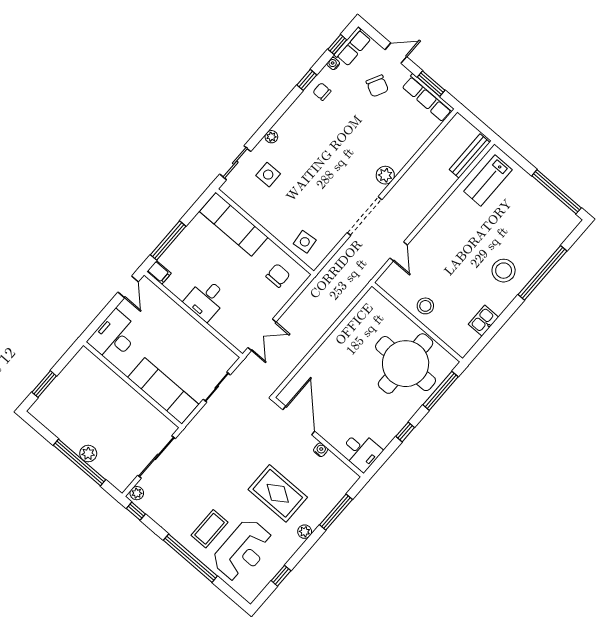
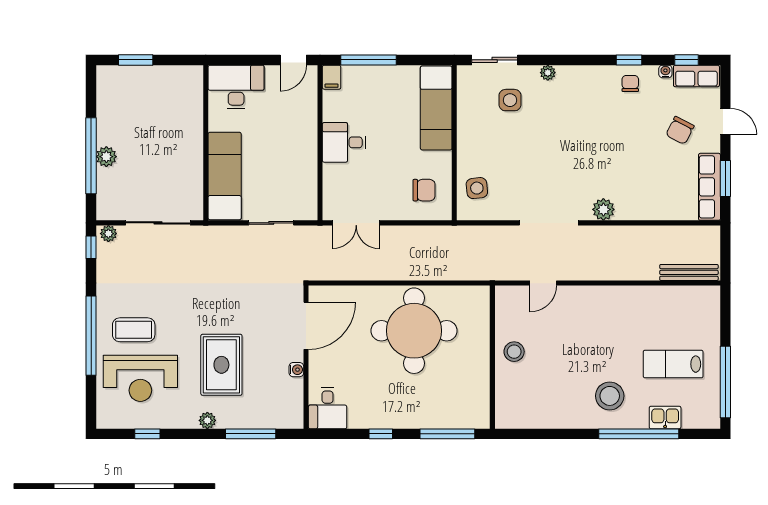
lab bench: (488, 181) -> (673, 364), moved
kitchen sink: (483, 321) -> (665, 417), moved
round table: (406, 364) -> (414, 331), moved

